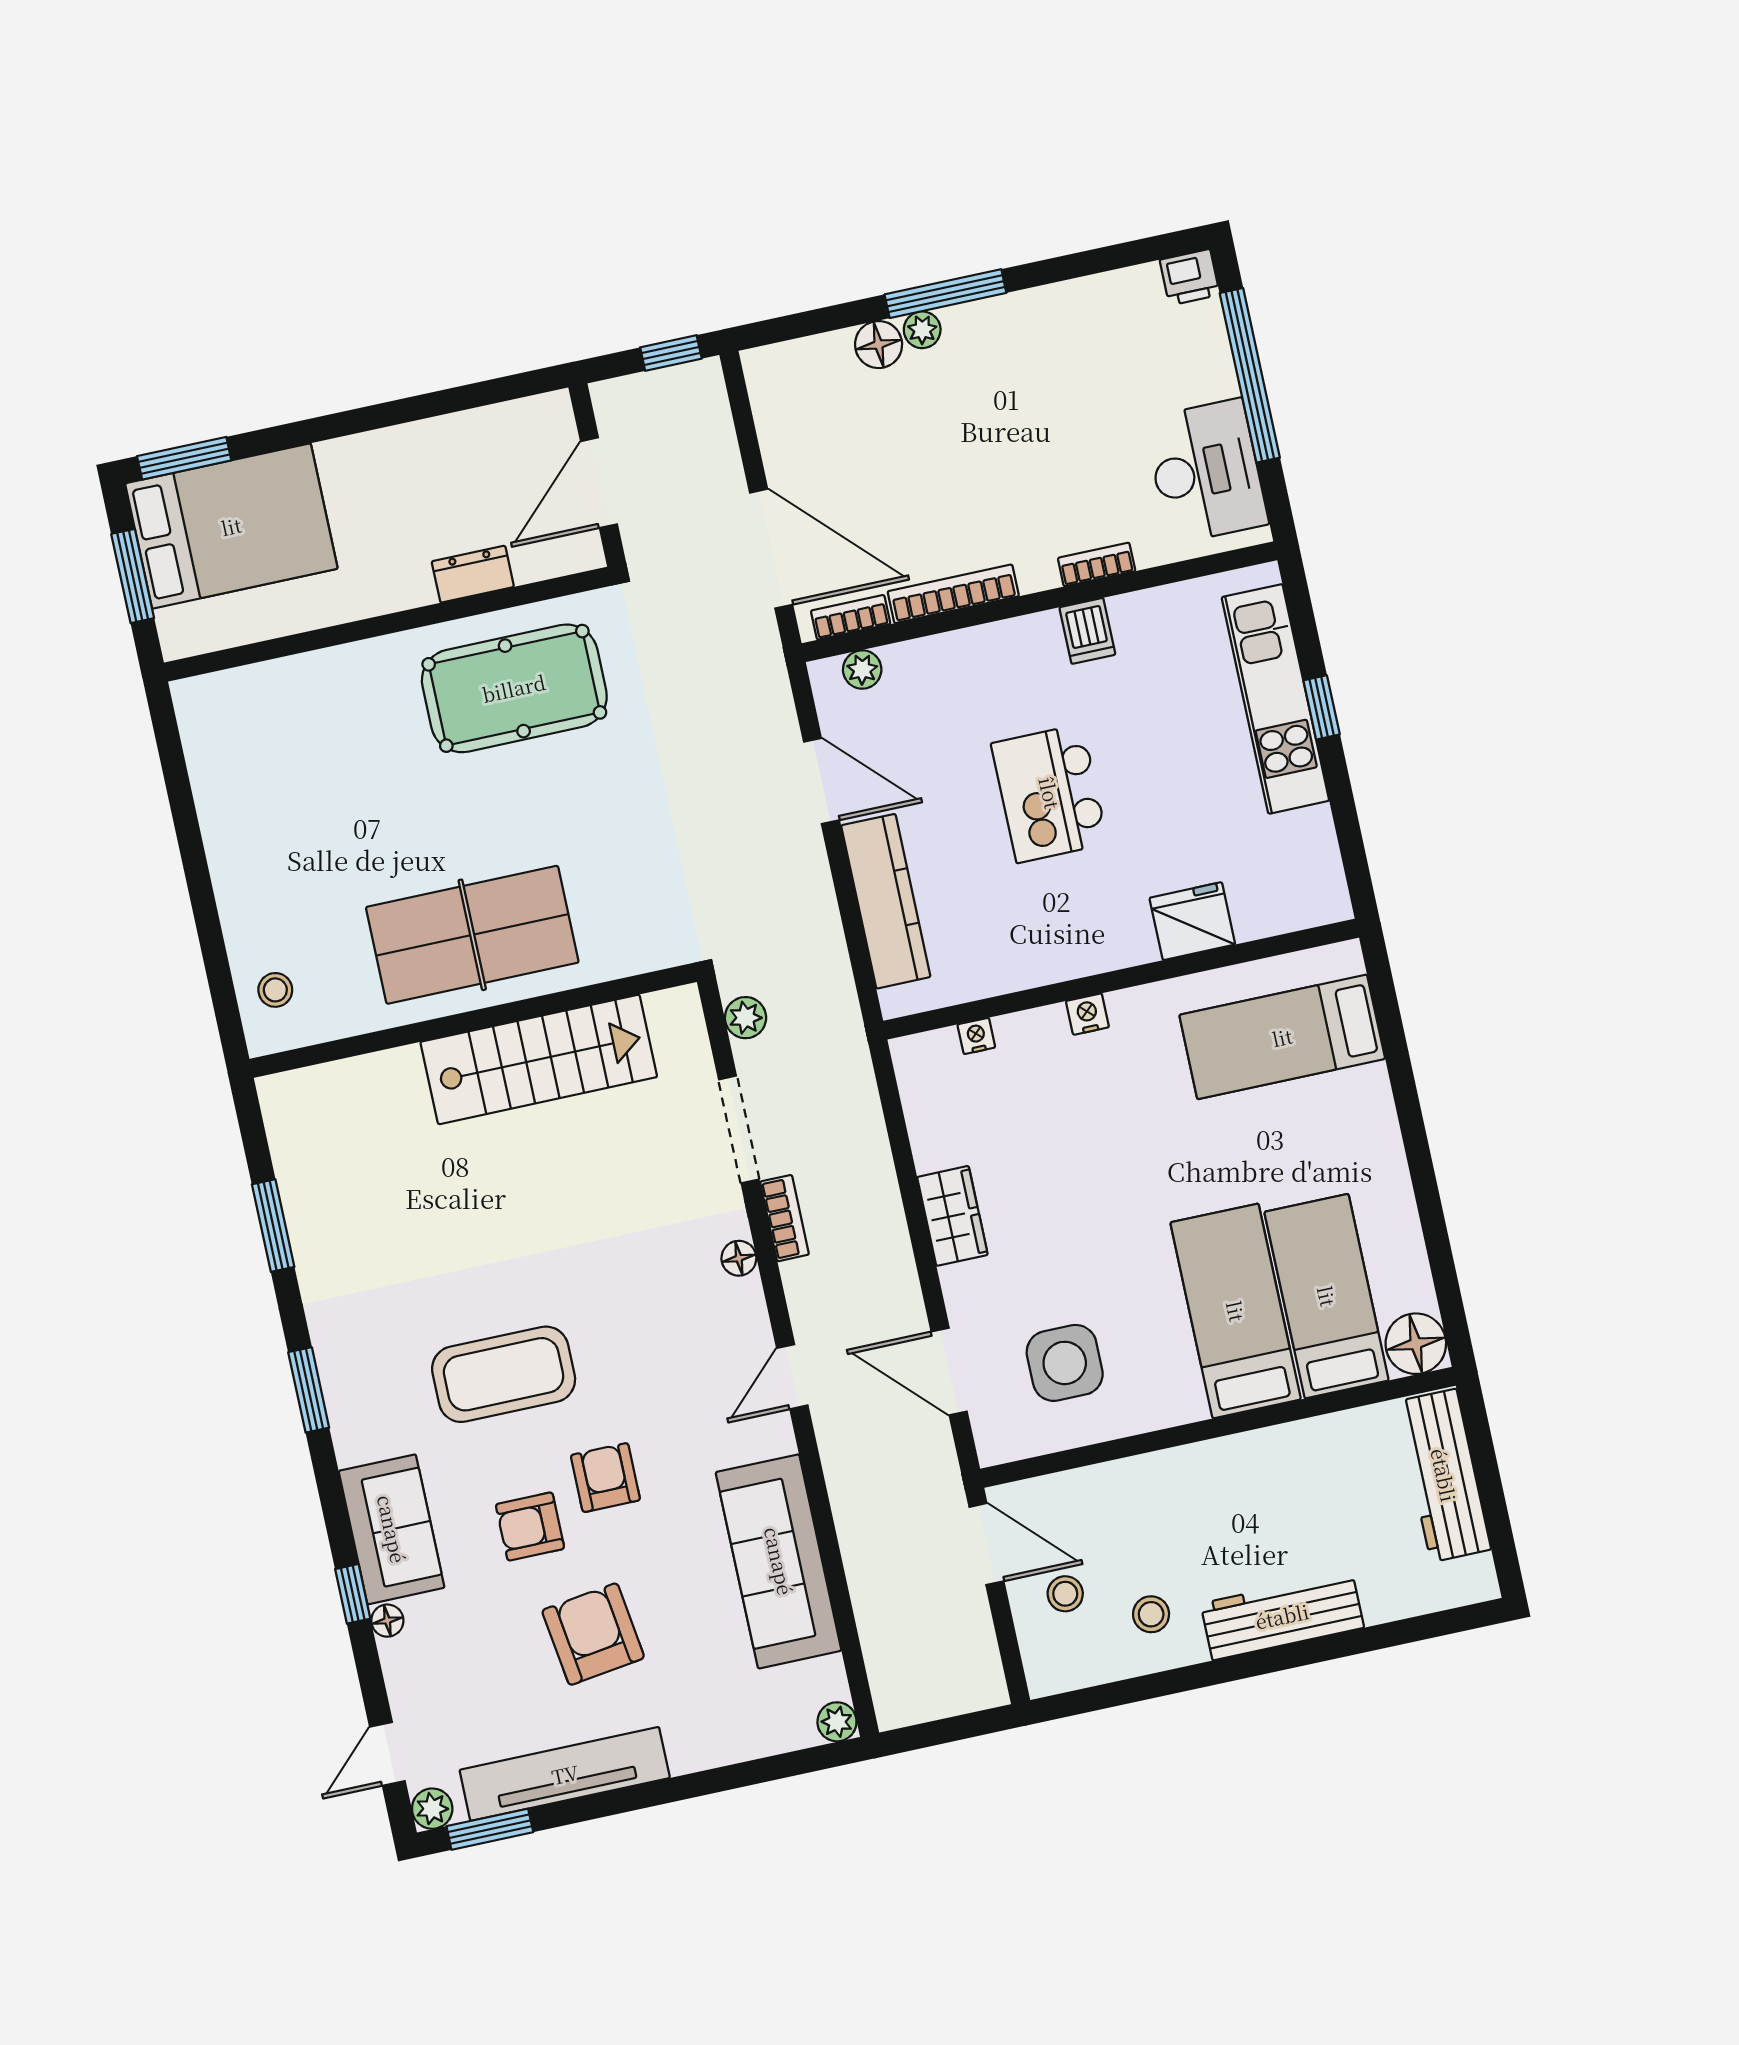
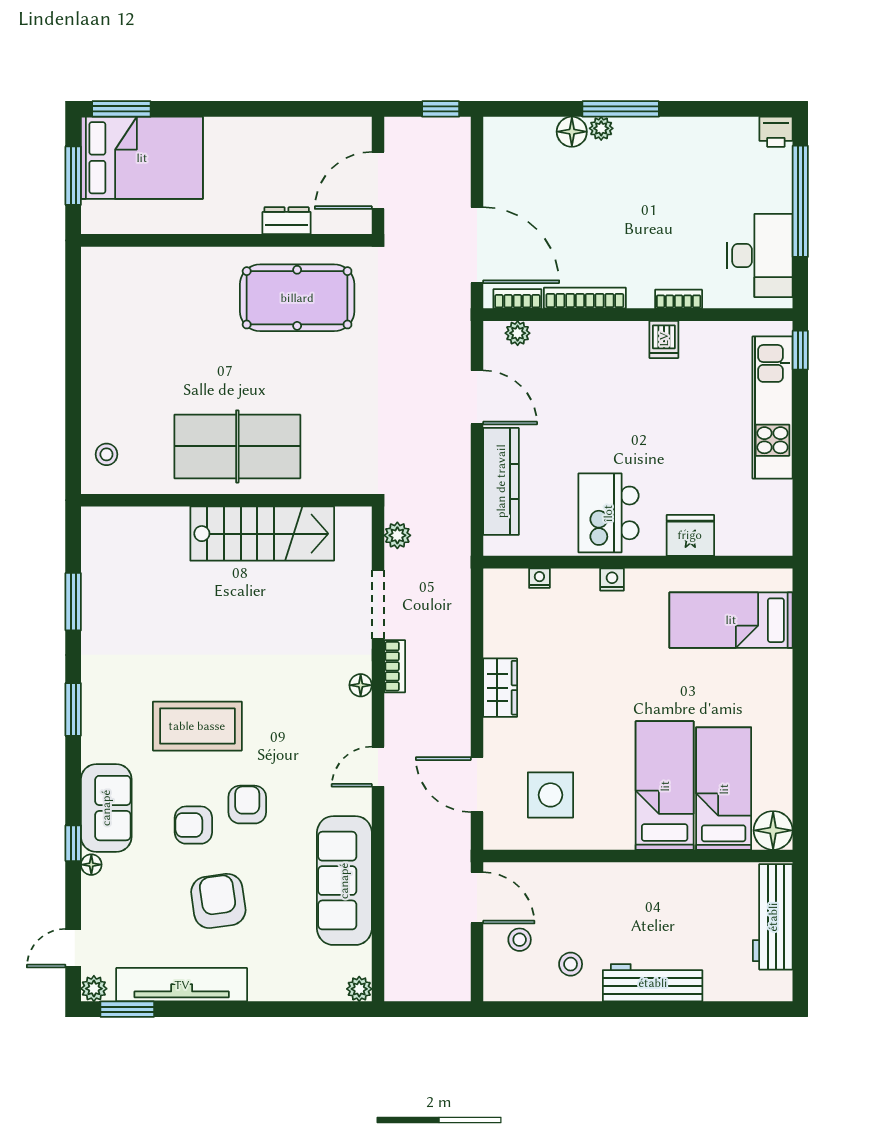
window: (1322, 707) -> (800, 350), moved
kitchen island: (1050, 793) -> (608, 513), moved

